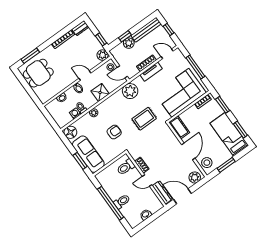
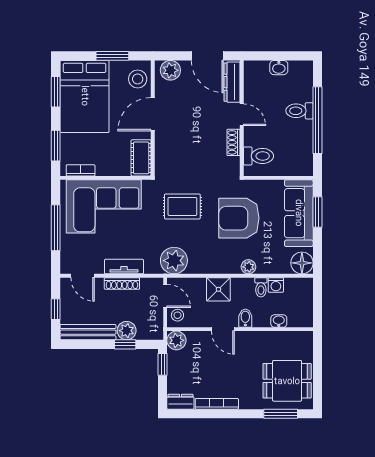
armchair: (114, 132) -> (239, 218), width x1.88, depth x1.88
bed: (229, 134) -> (85, 96), width x1.50

